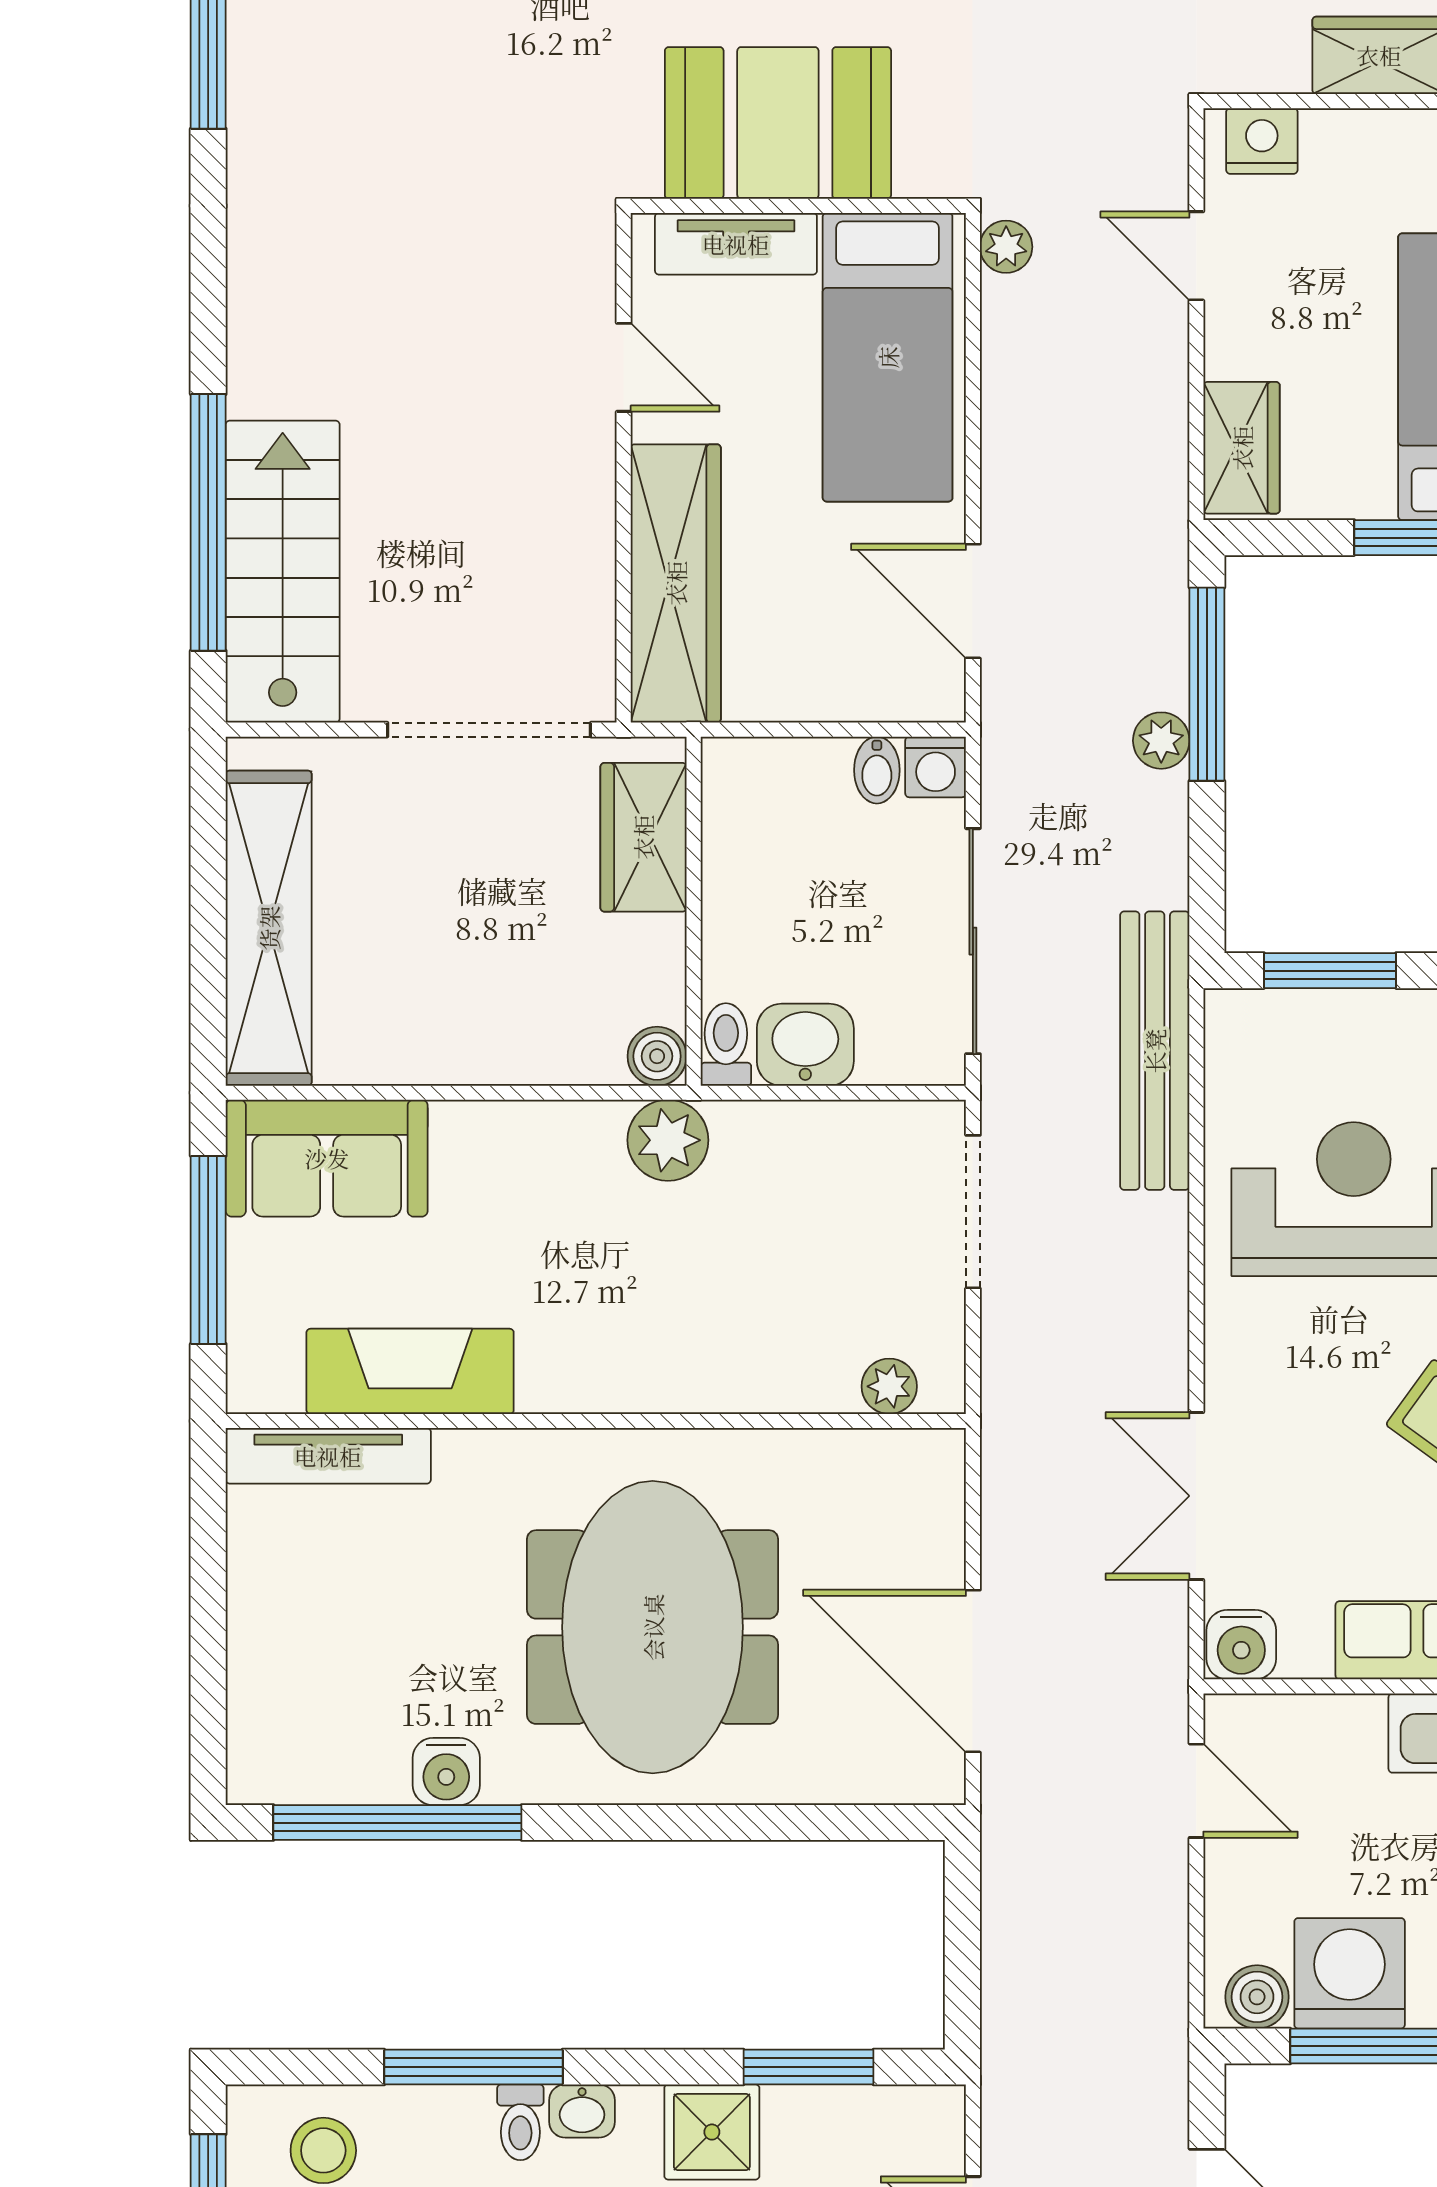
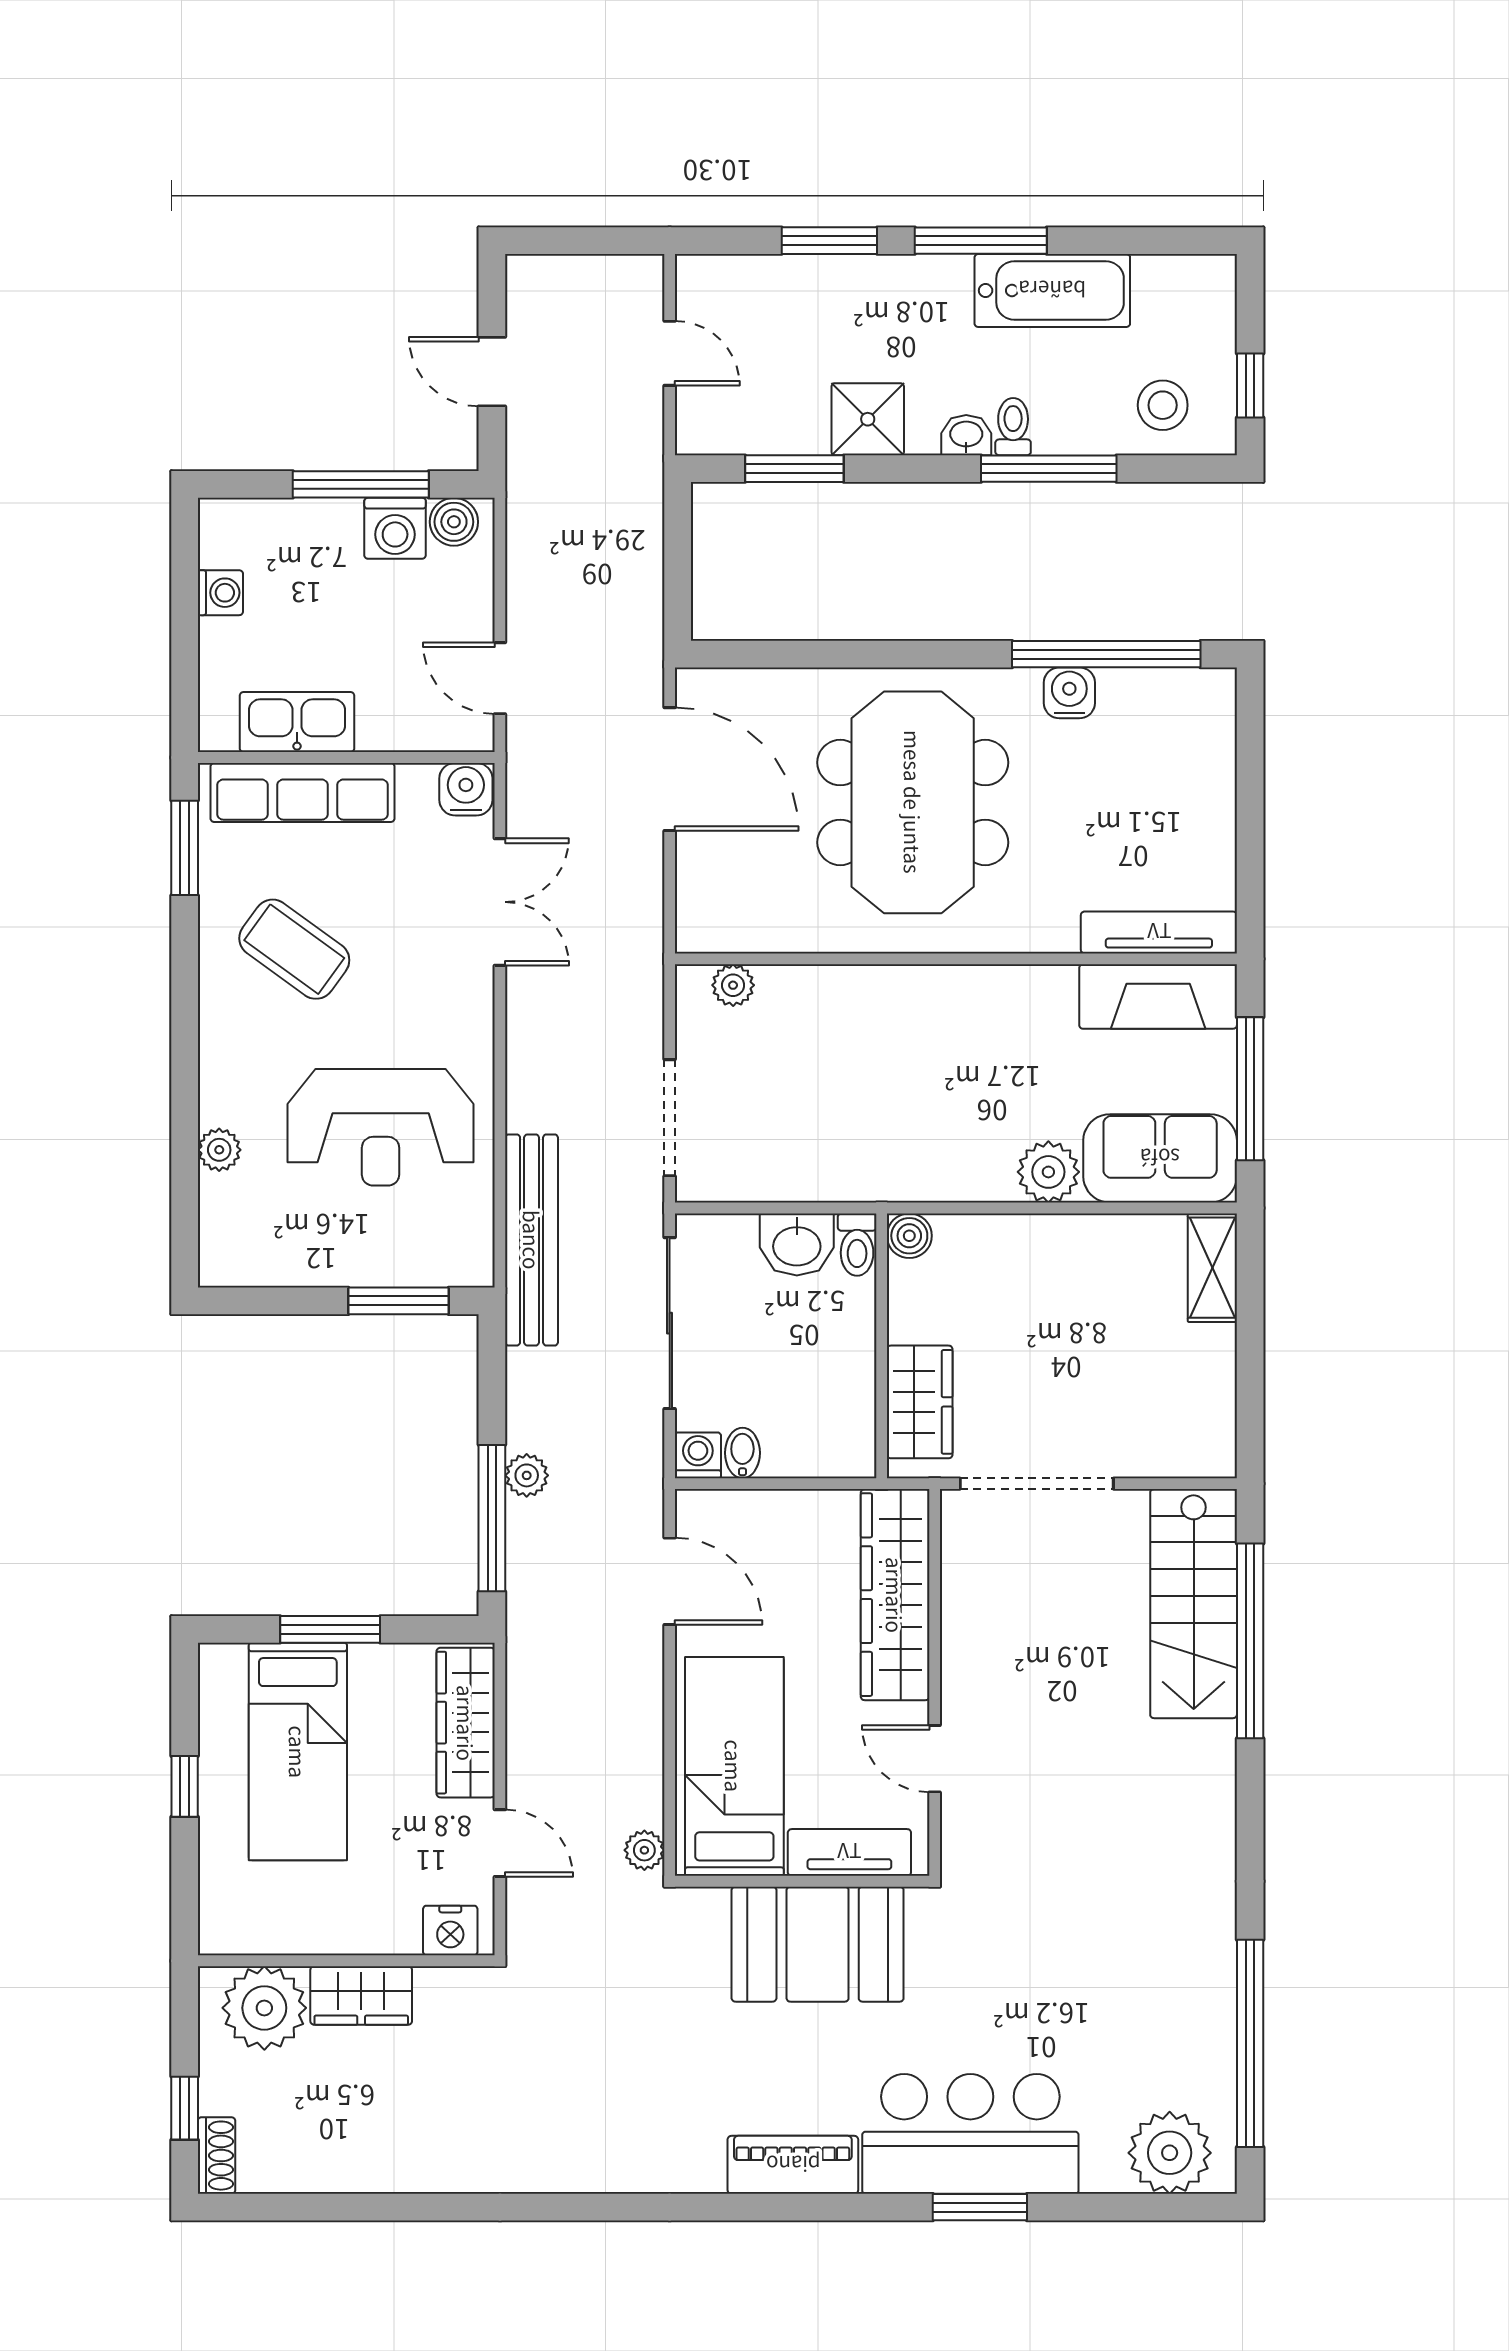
wardrobe: (1242, 448) -> (466, 1723), width x1.50
shelving: (269, 928) -> (1212, 1268), width x0.45, depth x0.75
plant: (668, 1140) -> (1048, 1172), moved
fireplace: (410, 1371) -> (1158, 997), moved
washing machine: (1350, 1973) -> (395, 528), width x0.73, depth x0.73

